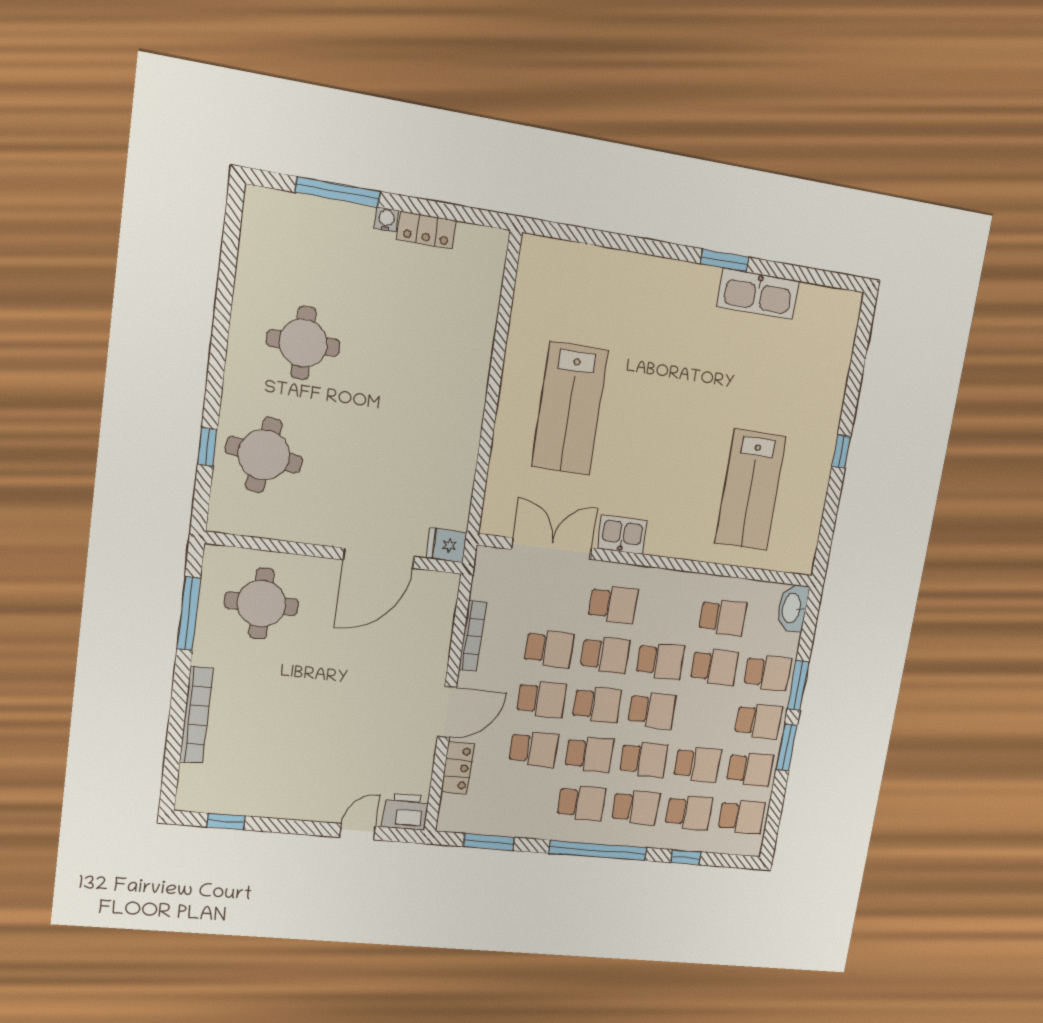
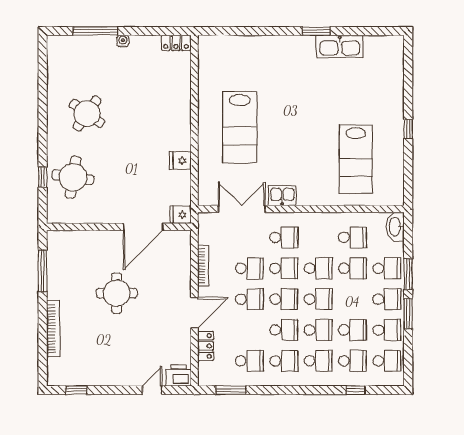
locker: (427, 230) -> (176, 43), moved
round table: (303, 343) -> (87, 114), turned 35
fridge: (460, 452) -> (181, 161), added
round table: (262, 604) -> (117, 293), moved
school desk: (534, 749) -> (249, 361), moved
window: (598, 850) -> (299, 390), removed

